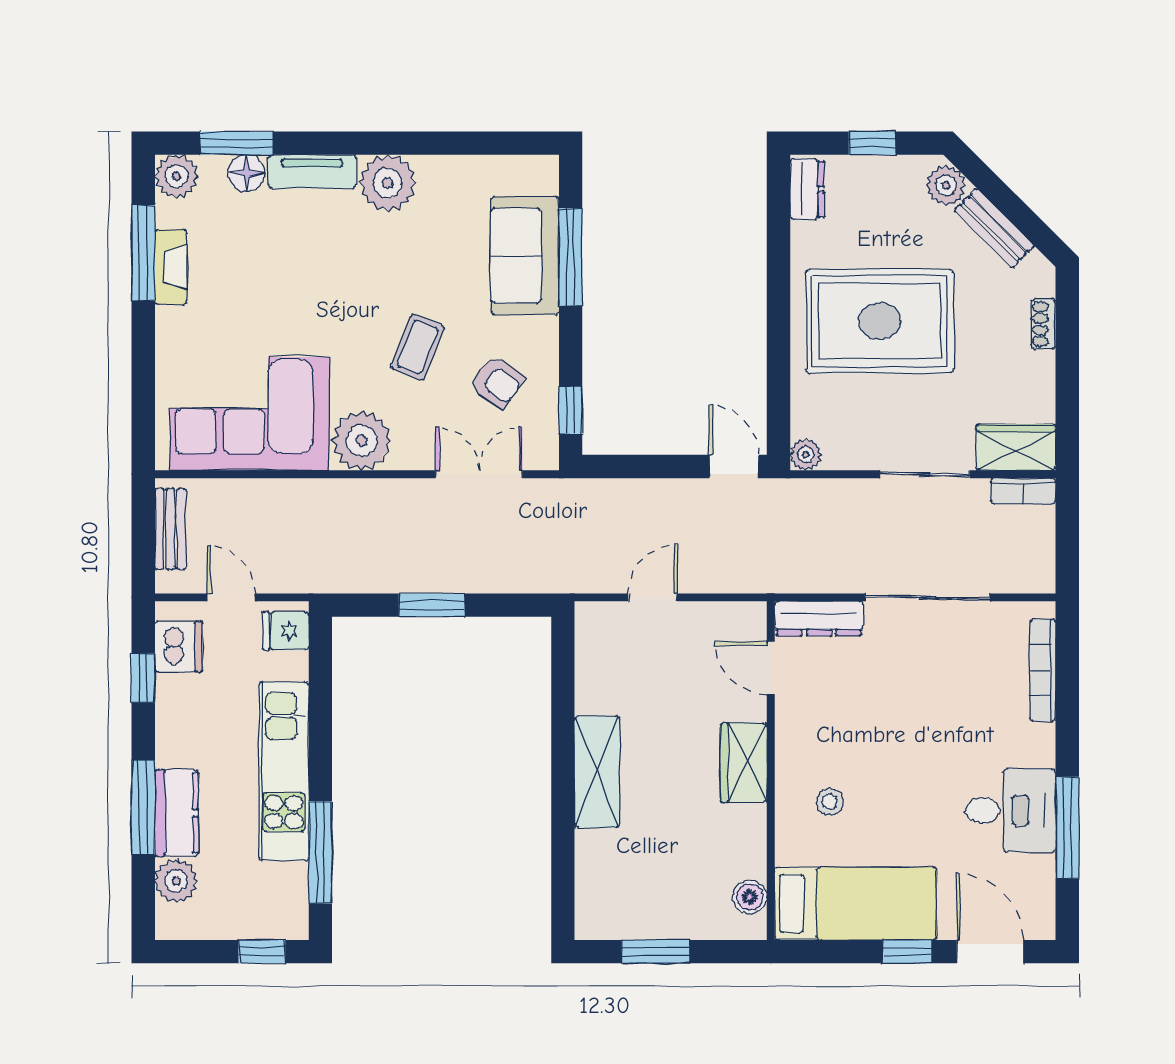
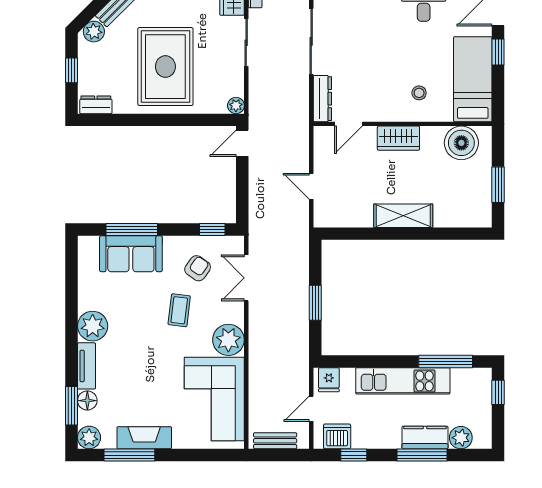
fireplace: (171, 267) -> (144, 438), width x1.37, depth x1.32
coffee table: (418, 347) -> (179, 310), turned 75
boiler: (750, 897) -> (461, 143), width x1.86, depth x1.86

